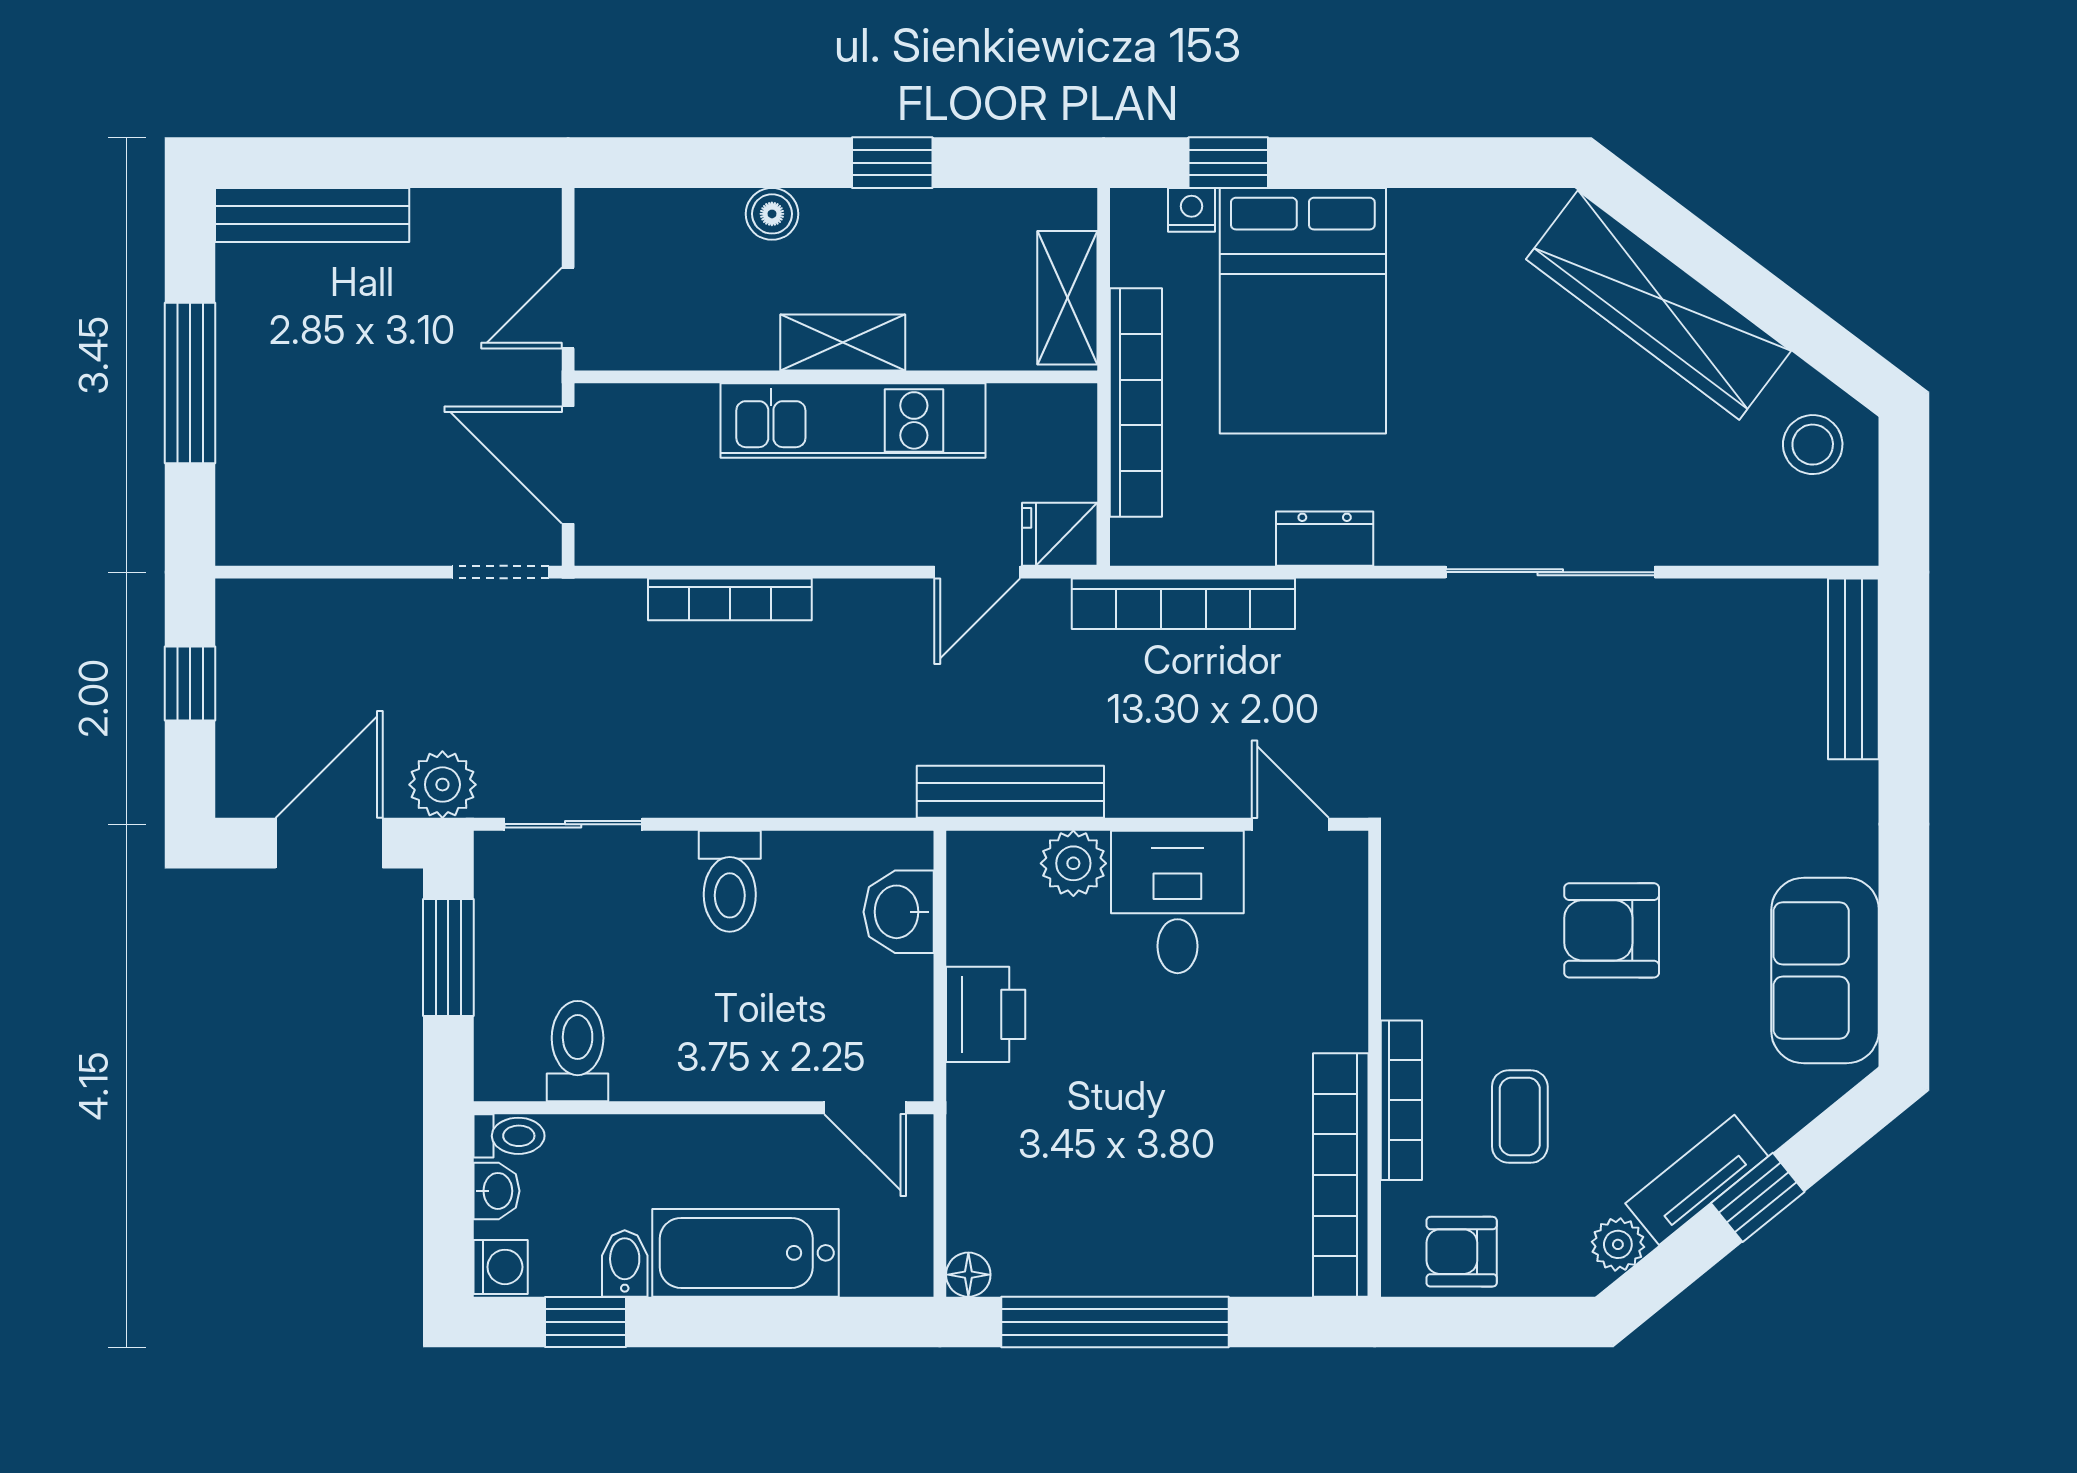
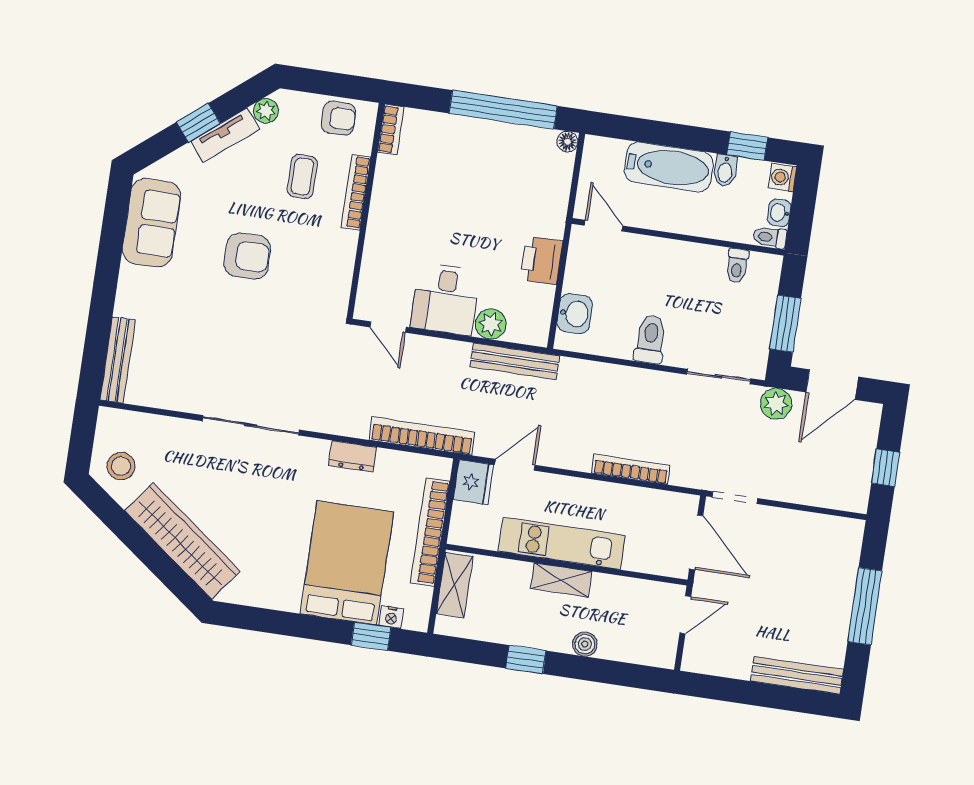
fridge: (1060, 534) -> (473, 482), width x1.38
toilet: (578, 1051) -> (737, 266), width x0.73, depth x0.72
bookcase: (1341, 1175) -> (391, 130), width x0.43, depth x0.76

